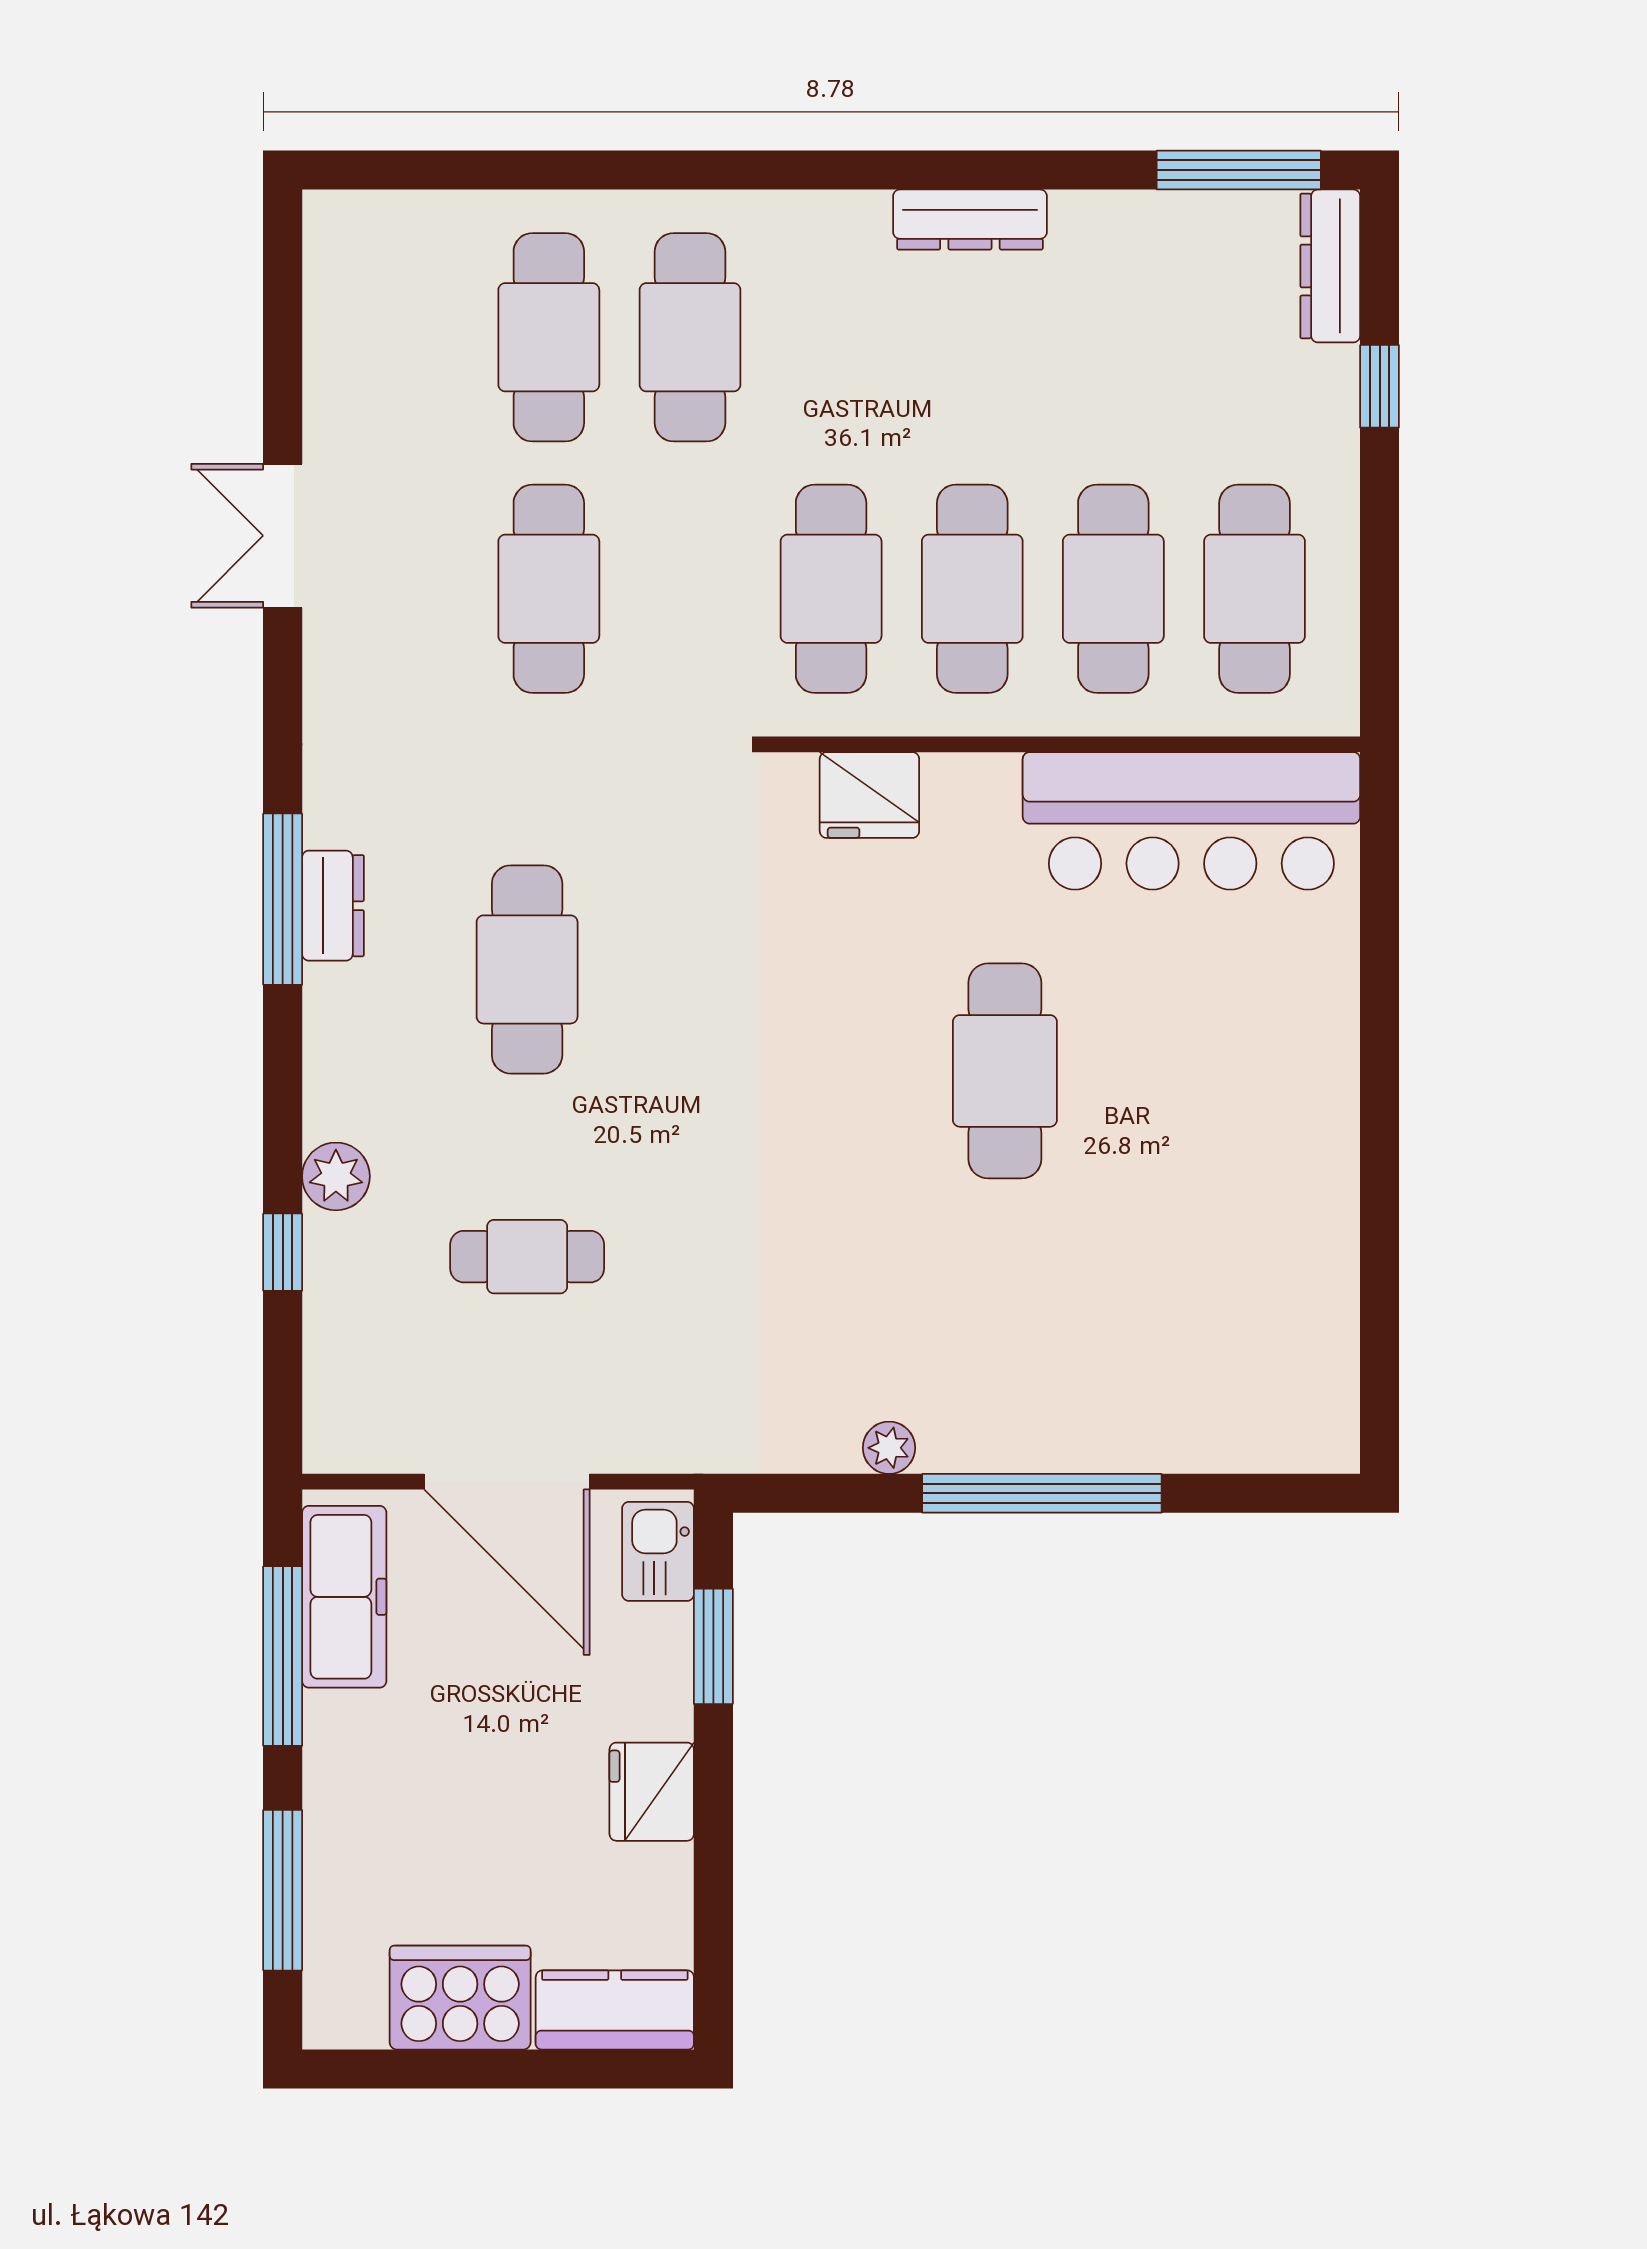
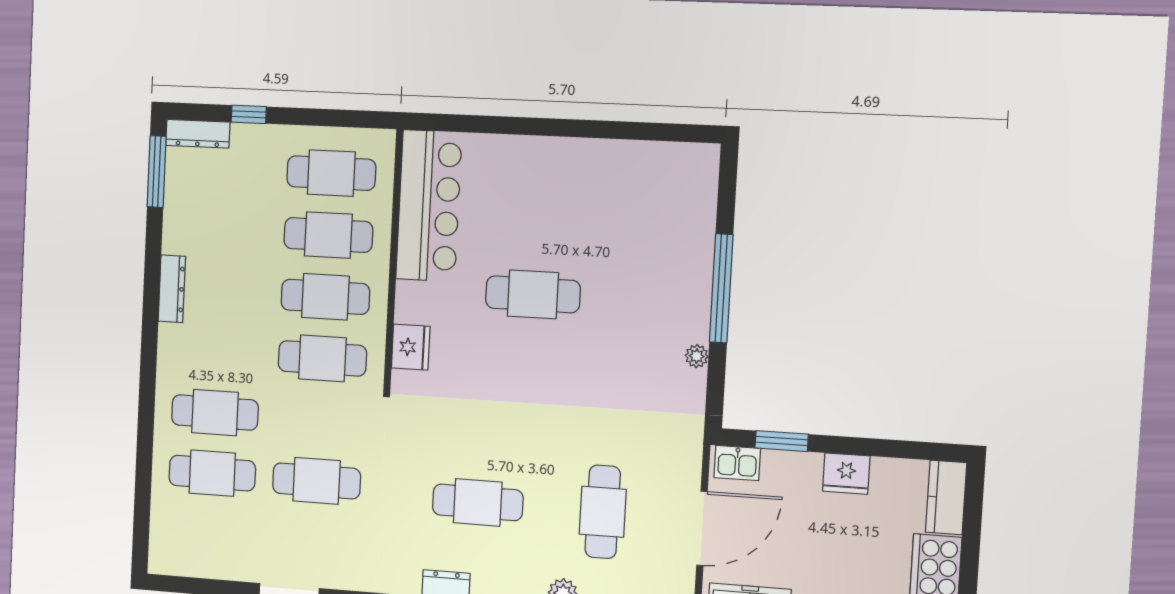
cafe table: (527, 1257) -> (603, 512), width x1.37, depth x1.35

